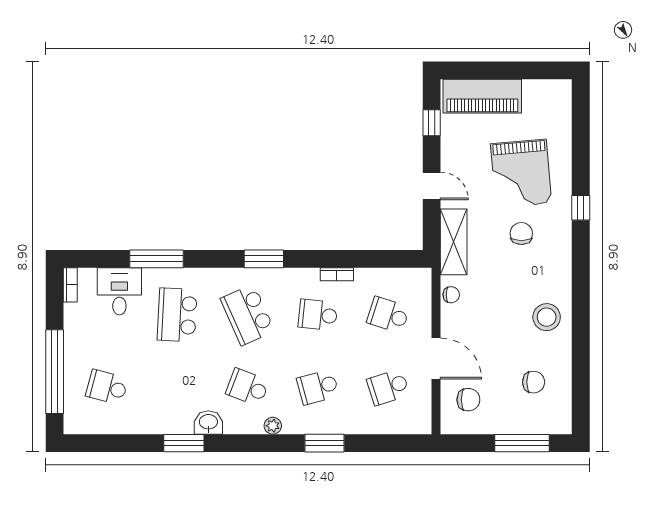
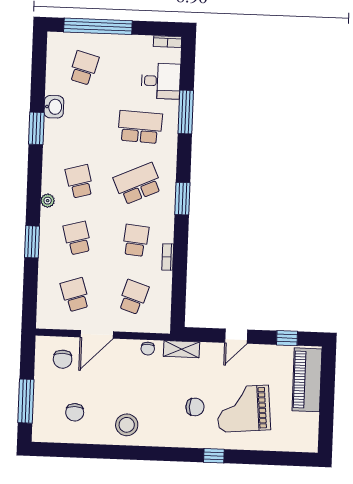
shelving: (454, 242) -> (182, 349), width x0.67, depth x0.75
school desk: (248, 387) -> (79, 181), turned -36
washbasin: (208, 422) -> (54, 107), moved

